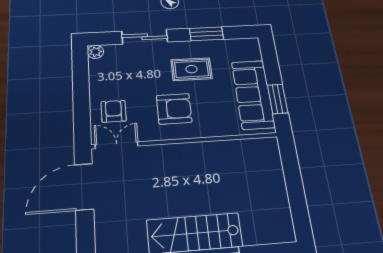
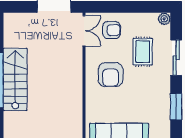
rug: (192, 69) -> (143, 52), moved

